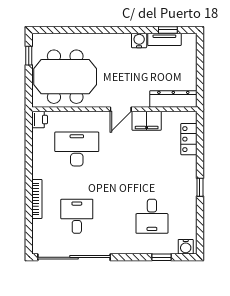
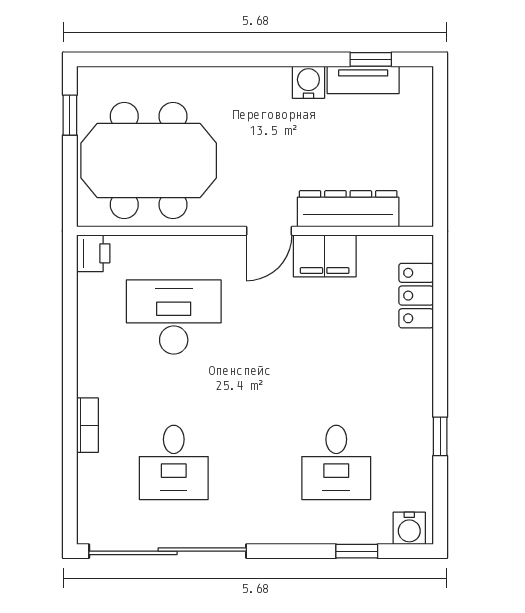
dresser: (173, 99) -> (348, 209), moved
window: (200, 187) -> (440, 436), moved
bookcase: (37, 199) -> (87, 425), width x0.64
desk: (77, 216) -> (174, 462), turned 180

